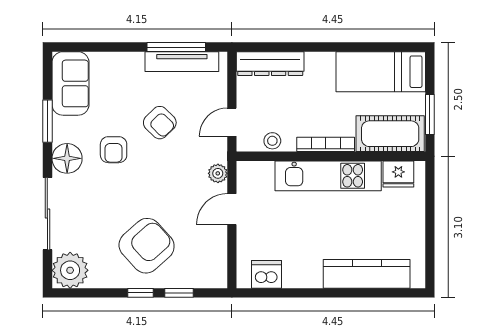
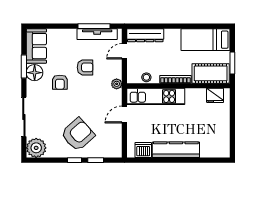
door: (232, 122) -> (124, 51), moved
armchair: (160, 123) -> (85, 67), turned -45
floor lamp: (67, 158) -> (35, 73), moved
plant: (218, 173) -> (117, 84), moved
kitchen unit: (328, 176) -> (156, 96), moved
kitchen counter: (367, 274) -> (176, 150), moved

